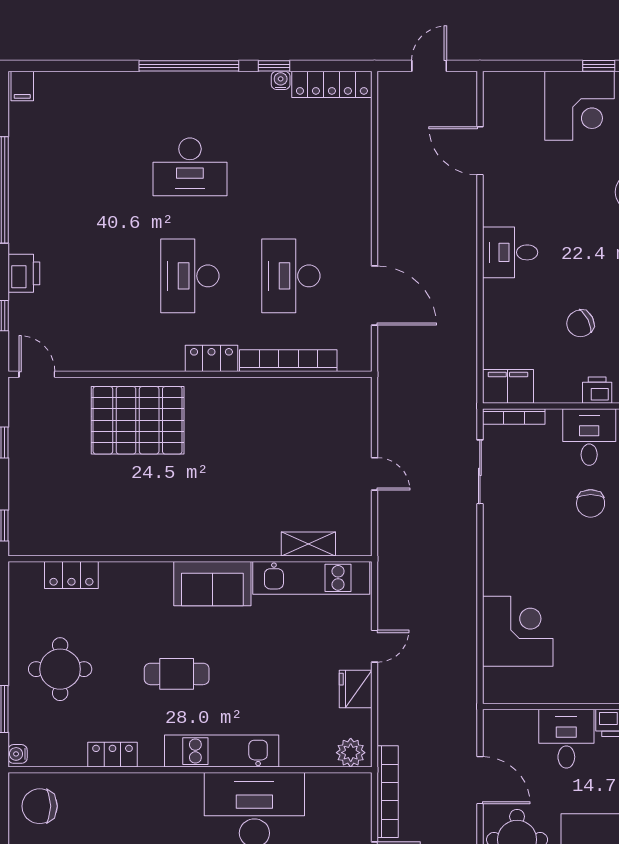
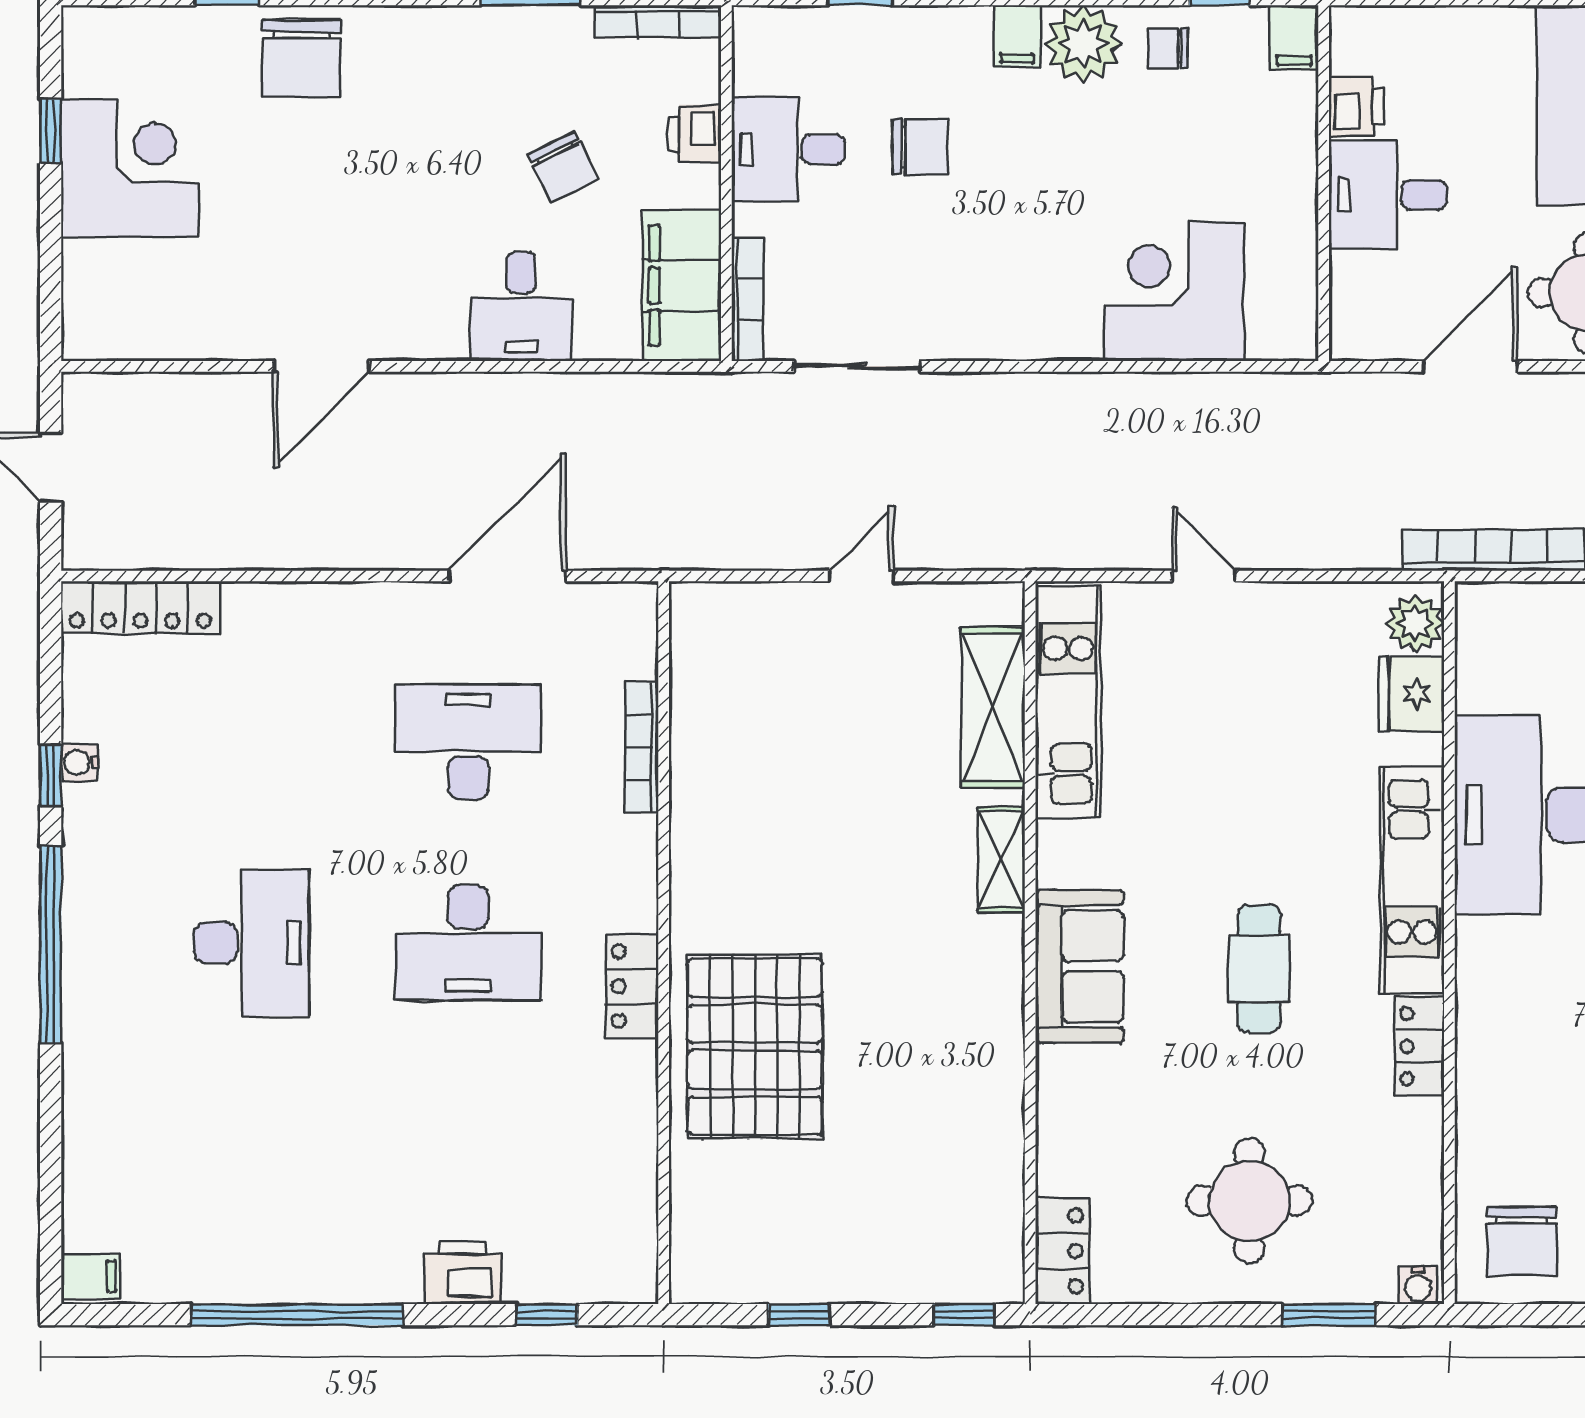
locker: (332, 84) -> (140, 608), moved, turned 90
door: (480, 151) -> (321, 366), moved
desk: (510, 252) -> (521, 307), moved
desk: (291, 276) -> (468, 742), turned 180
locker: (211, 358) -> (632, 986), moved
bookcase: (288, 361) -> (642, 747), width x0.68, depth x0.76
door: (37, 374) -> (664, 1247), removed
filing cabinet: (508, 386) -> (682, 286), width x1.50, depth x1.17
shelving: (232, 544) -> (1001, 860), added
shelving: (308, 544) -> (993, 707), width x1.50, depth x1.33
locker: (71, 575) -> (1062, 1251), moved
sofa: (212, 584) -> (1080, 966), moved
fridge: (356, 689) -> (1412, 694), moved, turned 90
locker: (112, 755) -> (1419, 1046), moved

